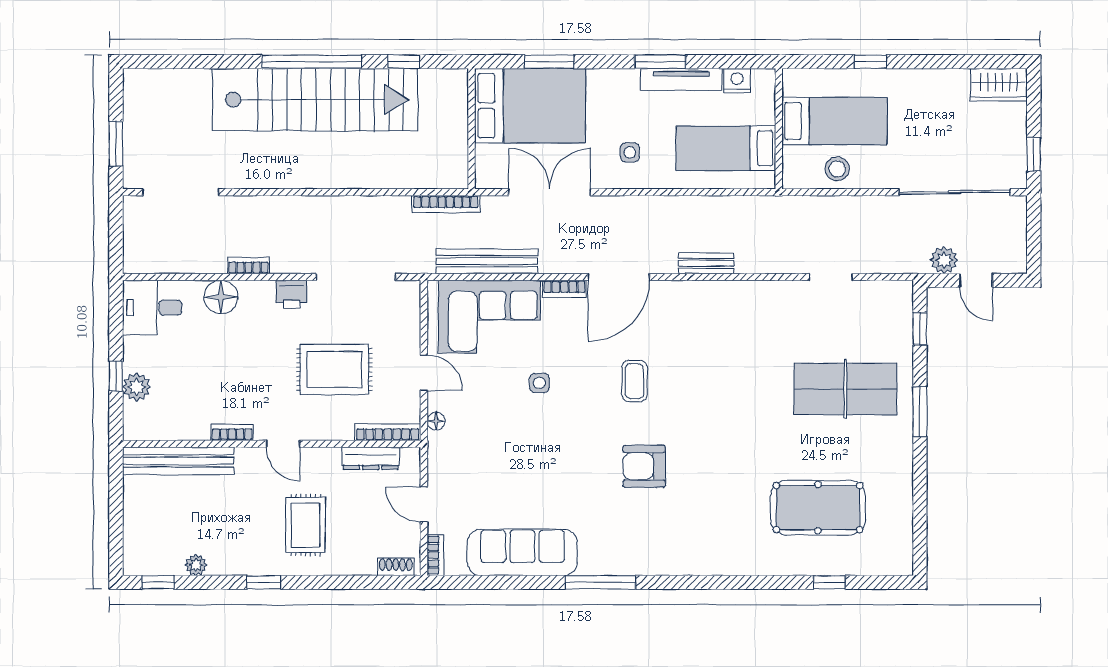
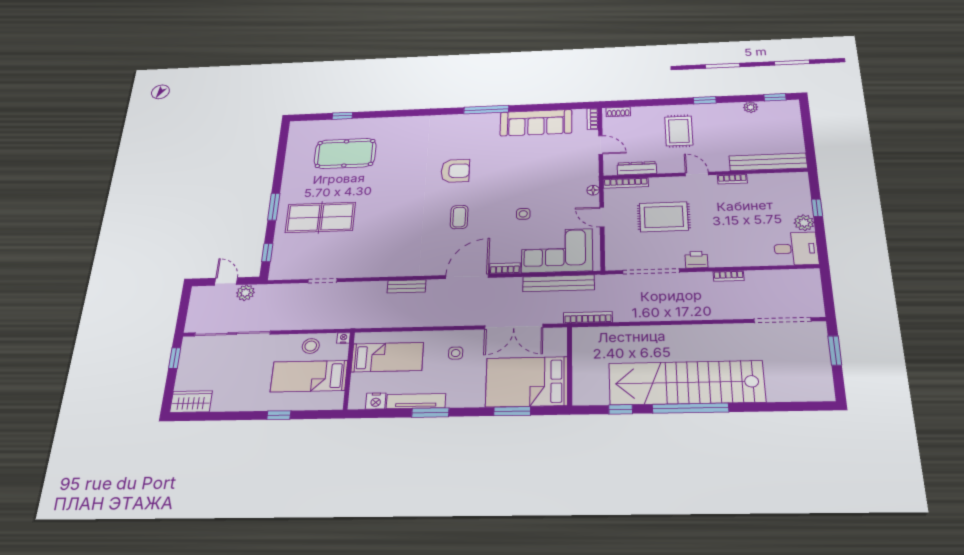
nightstand: (791, 181) -> (344, 338), added
floor lamp: (221, 297) -> (747, 256), removed
plant: (137, 387) -> (804, 223), moved

